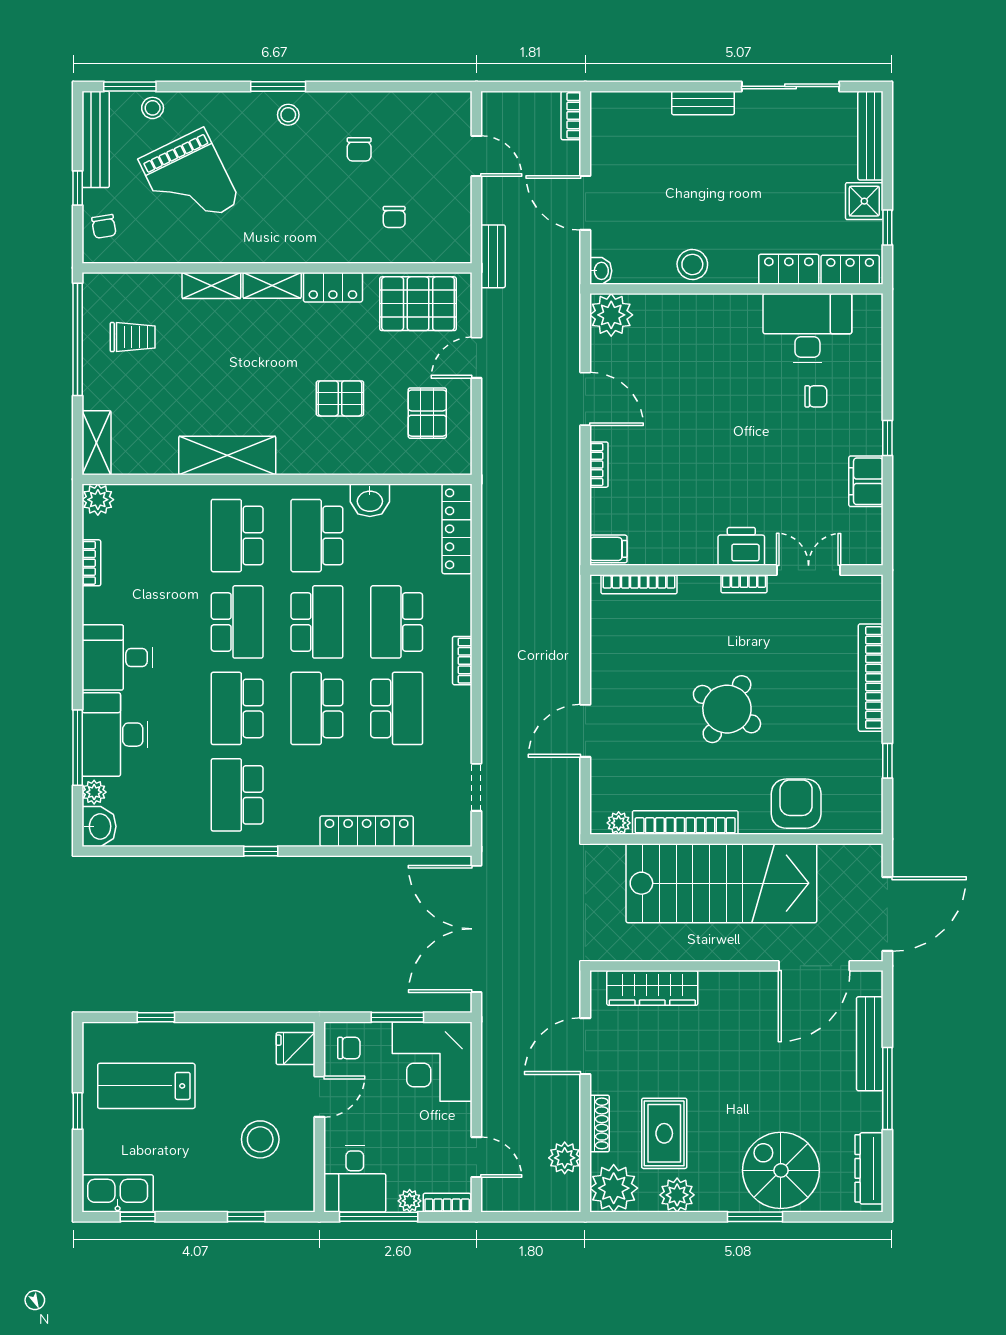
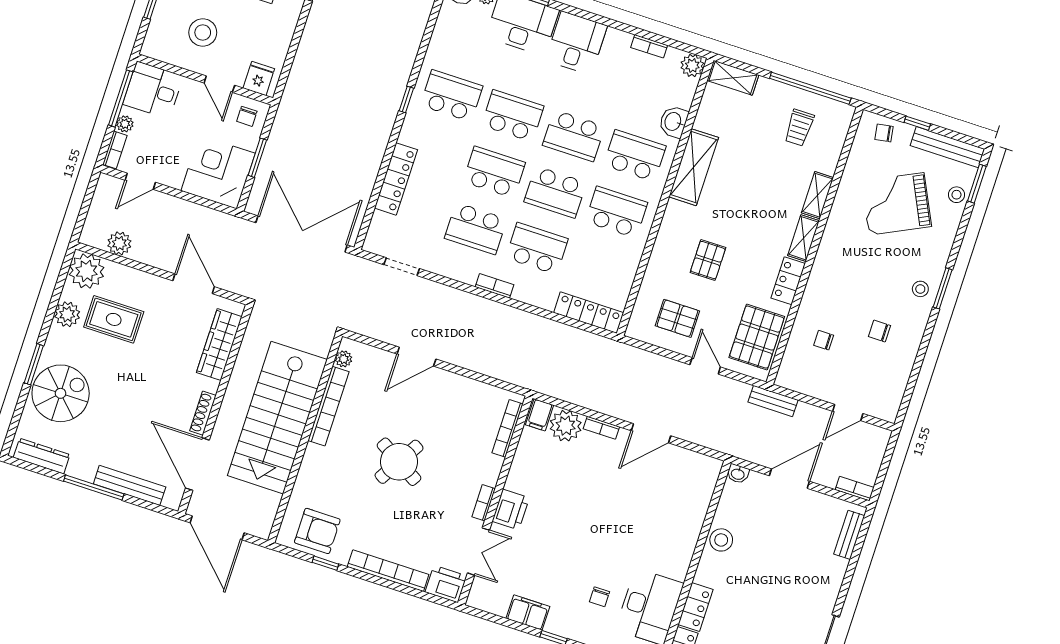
bench: (703, 103) -> (849, 535), moved
plant: (611, 315) -> (566, 426), moved
washbasin: (370, 500) -> (673, 122), moved
printer: (864, 598) -> (446, 584), added
door: (585, 731) -> (416, 357), swing flipped
armchair: (796, 804) -> (317, 531), moved
shoe rack: (599, 1123) -> (203, 413), moved, turned 90

